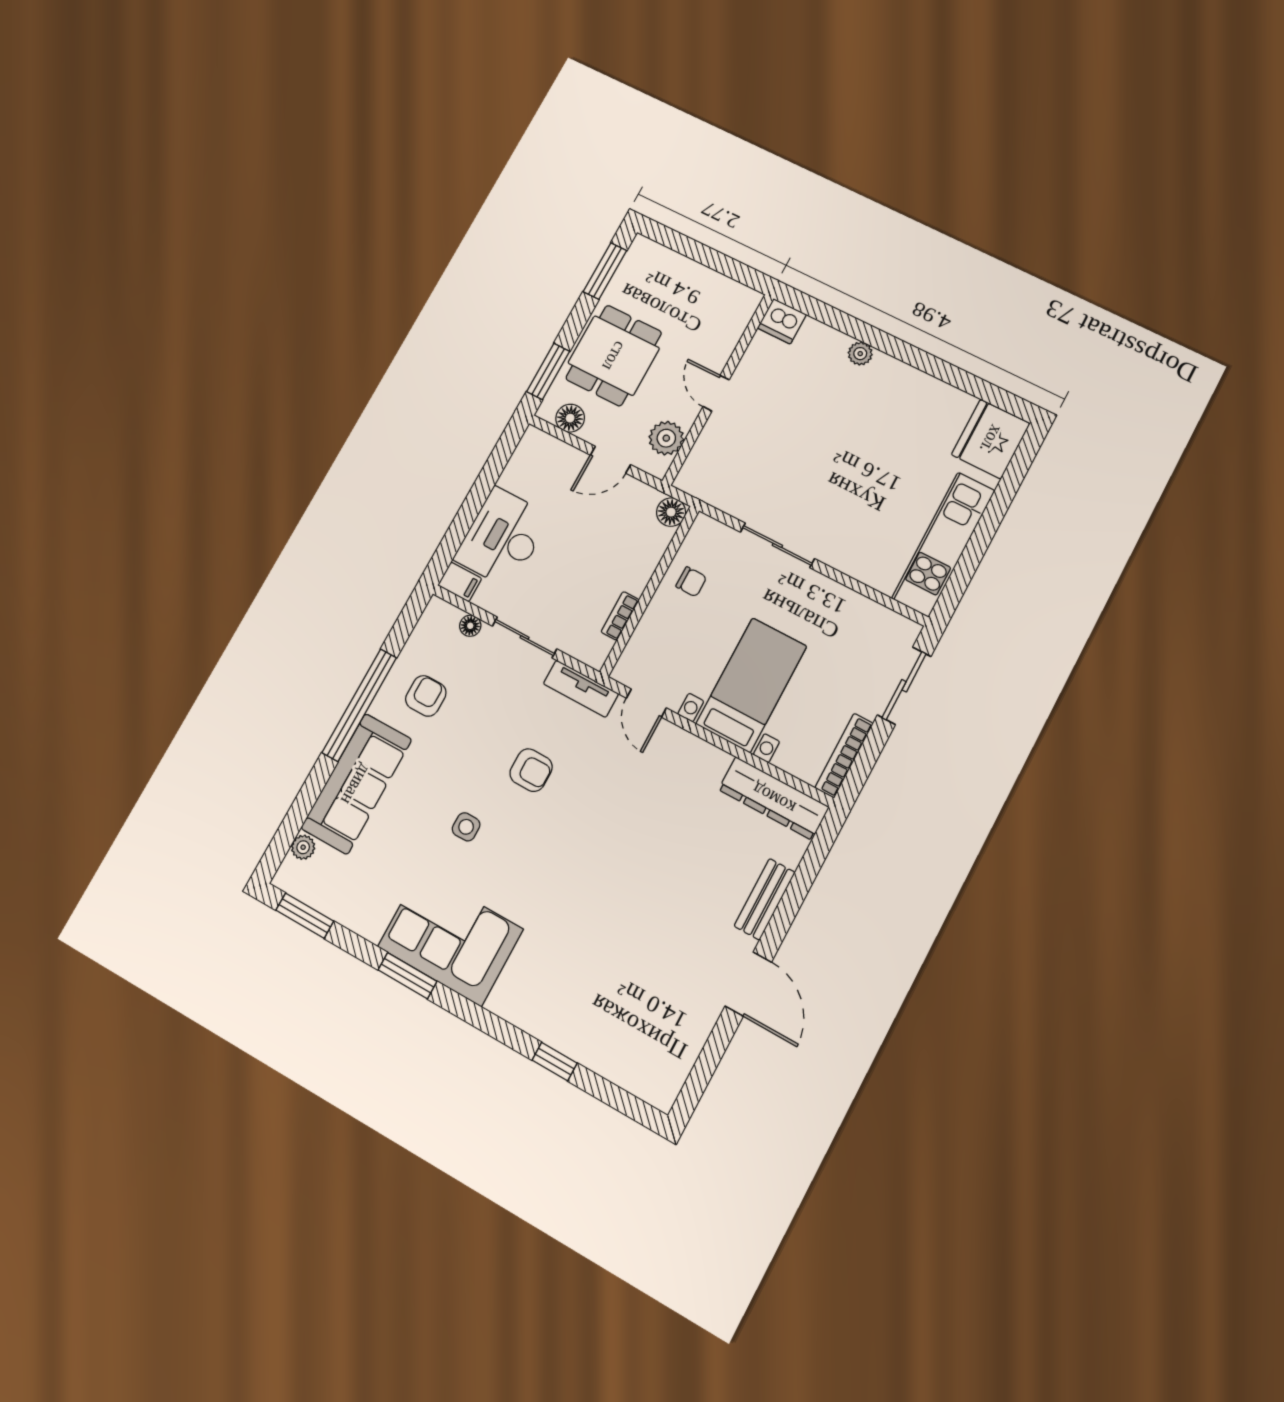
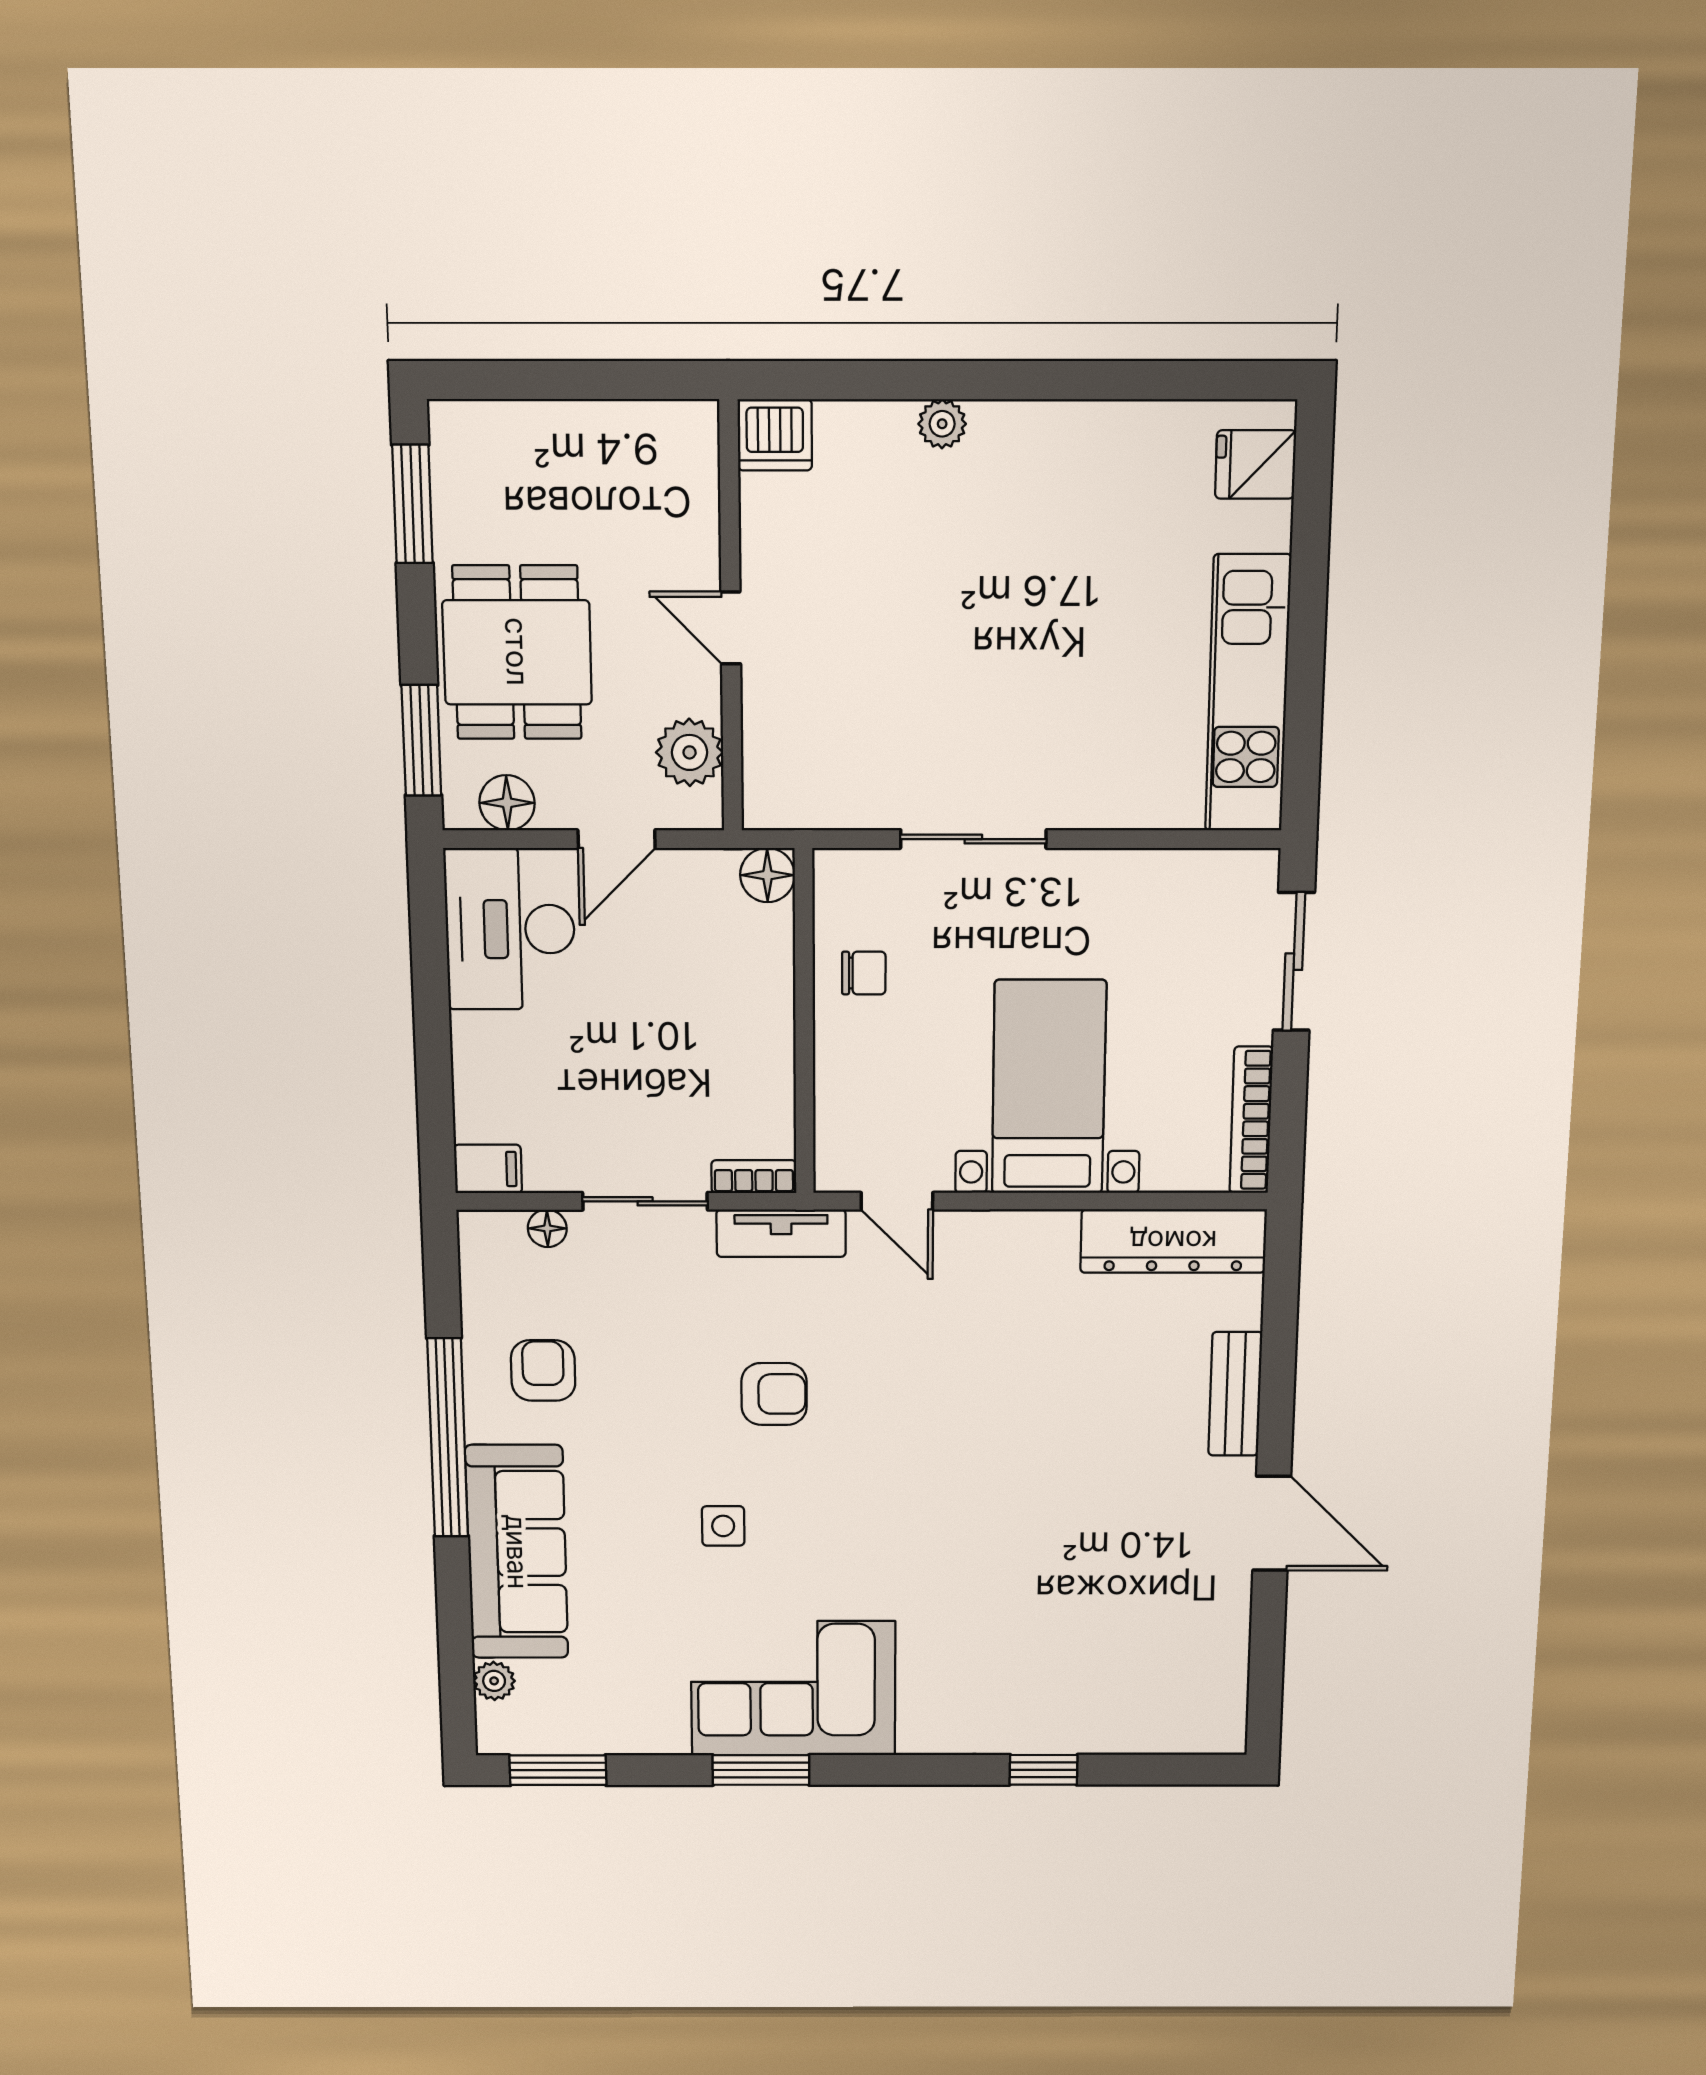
fridge: (991, 439) -> (1256, 464), width x0.53, depth x0.75
desk: (502, 538) -> (510, 929), moved
bookcase: (620, 616) -> (754, 1177), moved, turned 90

